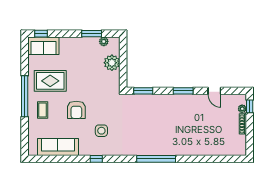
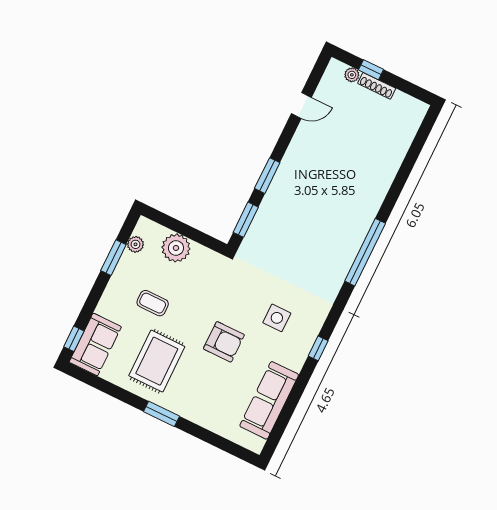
window: (183, 91) -> (267, 176), moved
window: (25, 96) -> (161, 414), width x0.47
window: (250, 106) -> (371, 70), moved
coffee table: (43, 110) -> (153, 303), moved

